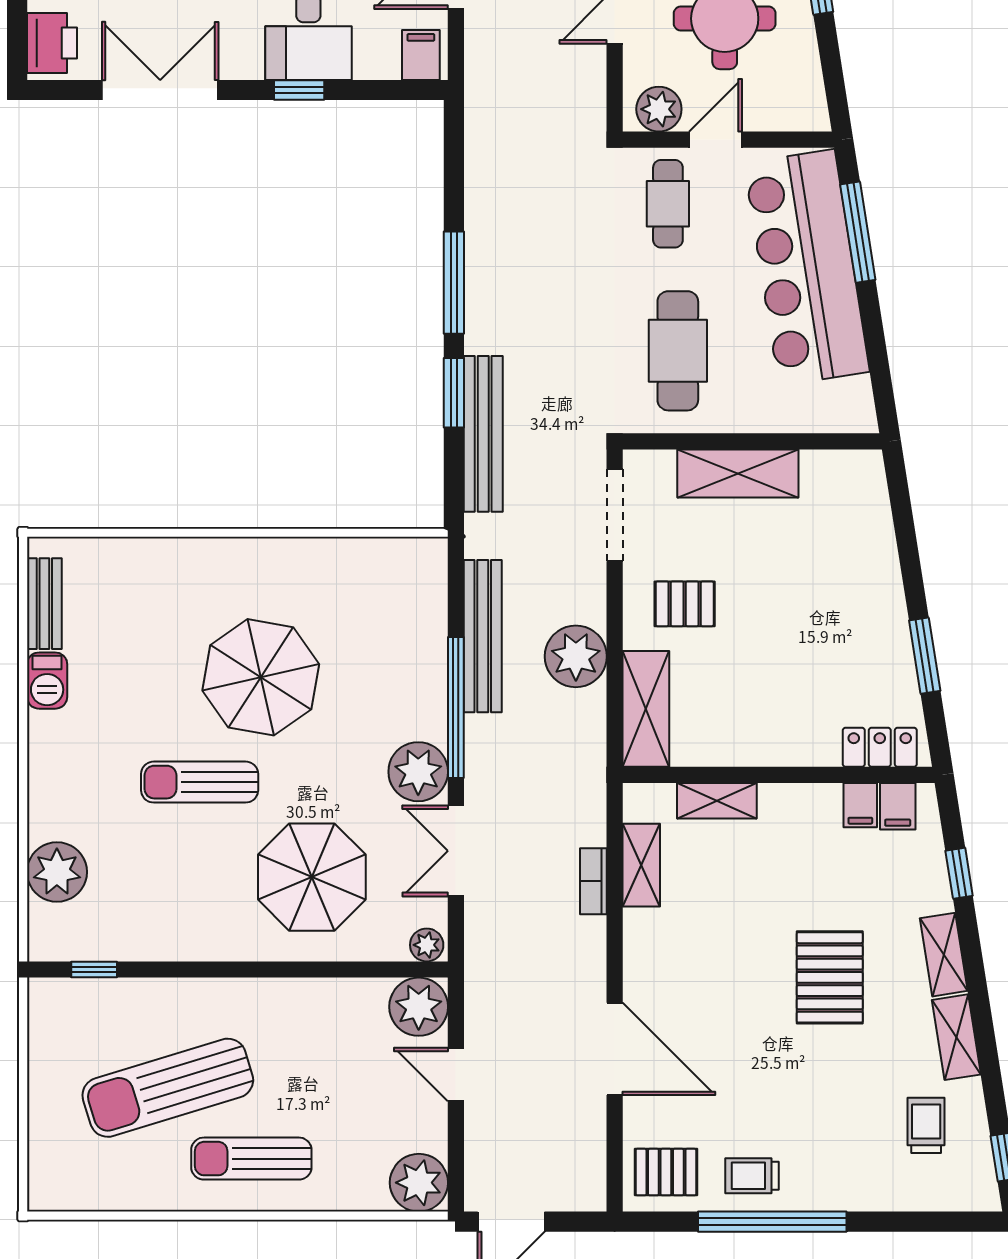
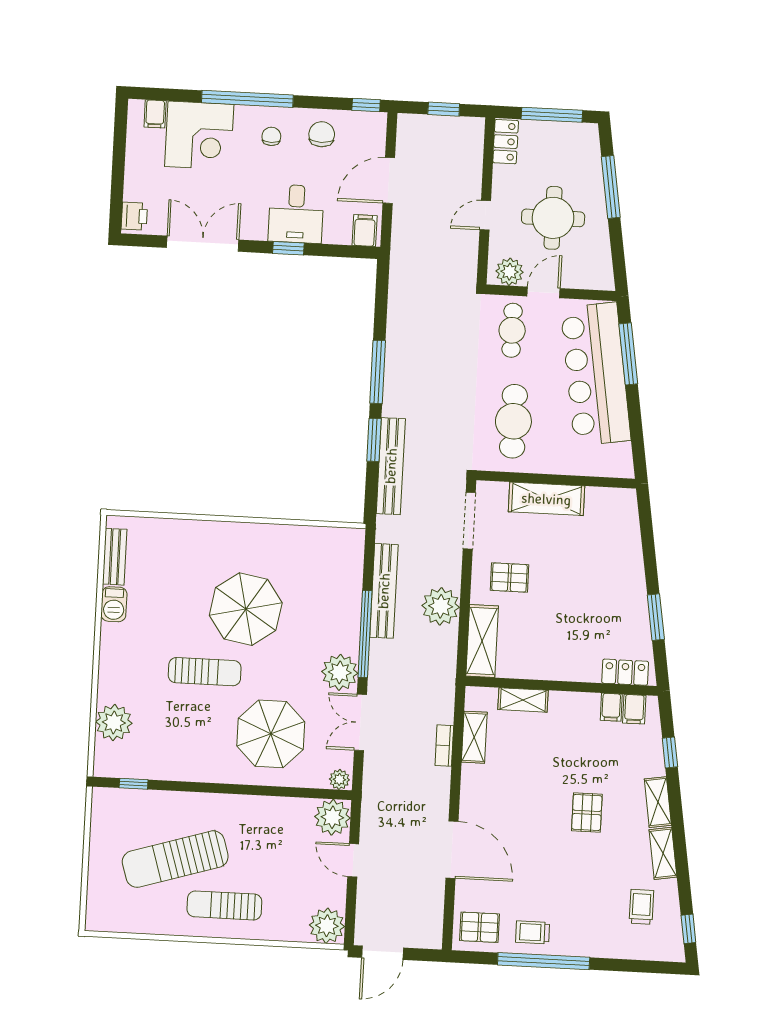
printer: (52, 43) -> (134, 216), width x0.73, depth x0.81
sun lounger: (200, 782) -> (205, 672), turned 180
pallet: (830, 977) -> (587, 812), width x0.67, depth x0.71

